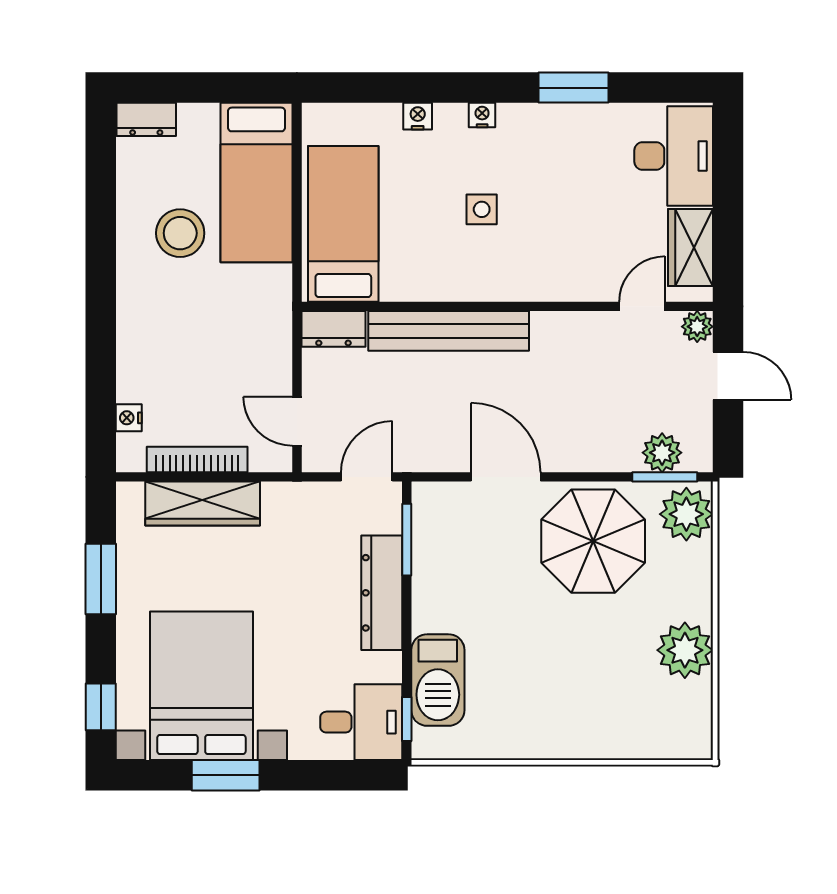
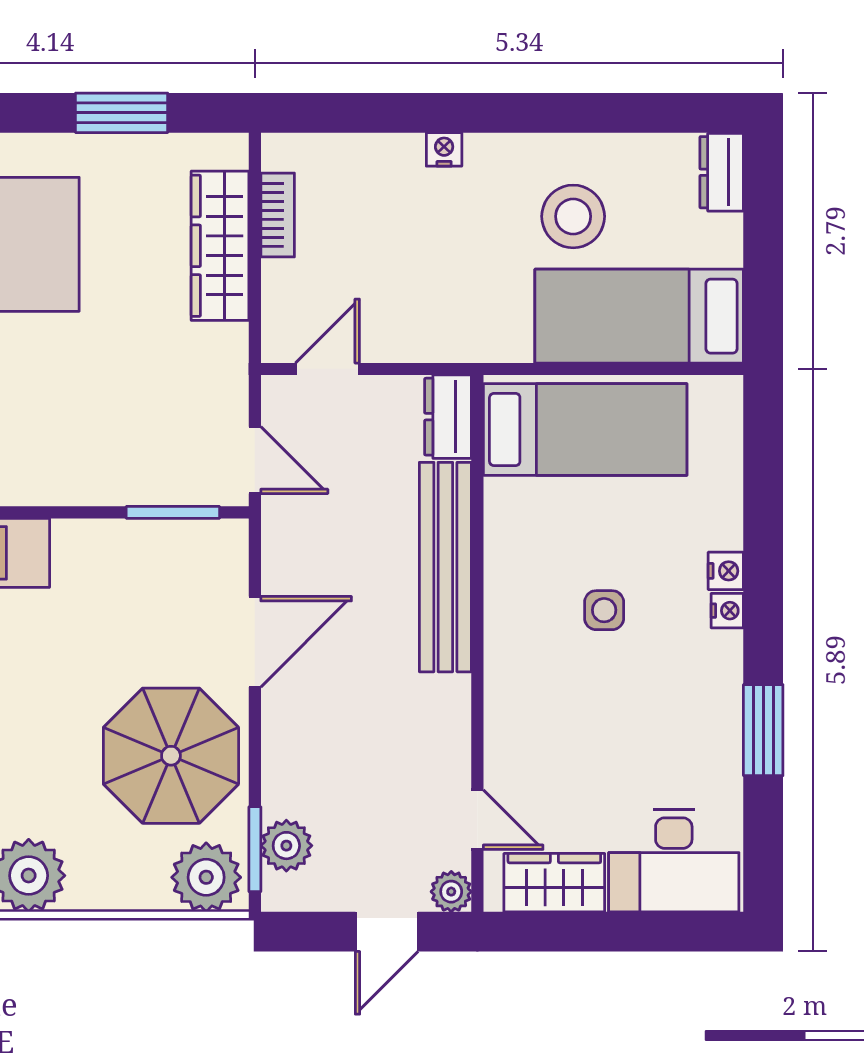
nightstand: (418, 116) -> (726, 571), moved
nightstand: (129, 418) -> (444, 149), moved
bookcase: (197, 459) -> (278, 215), width x0.64
dresser: (382, 593) -> (104, 480), removed

